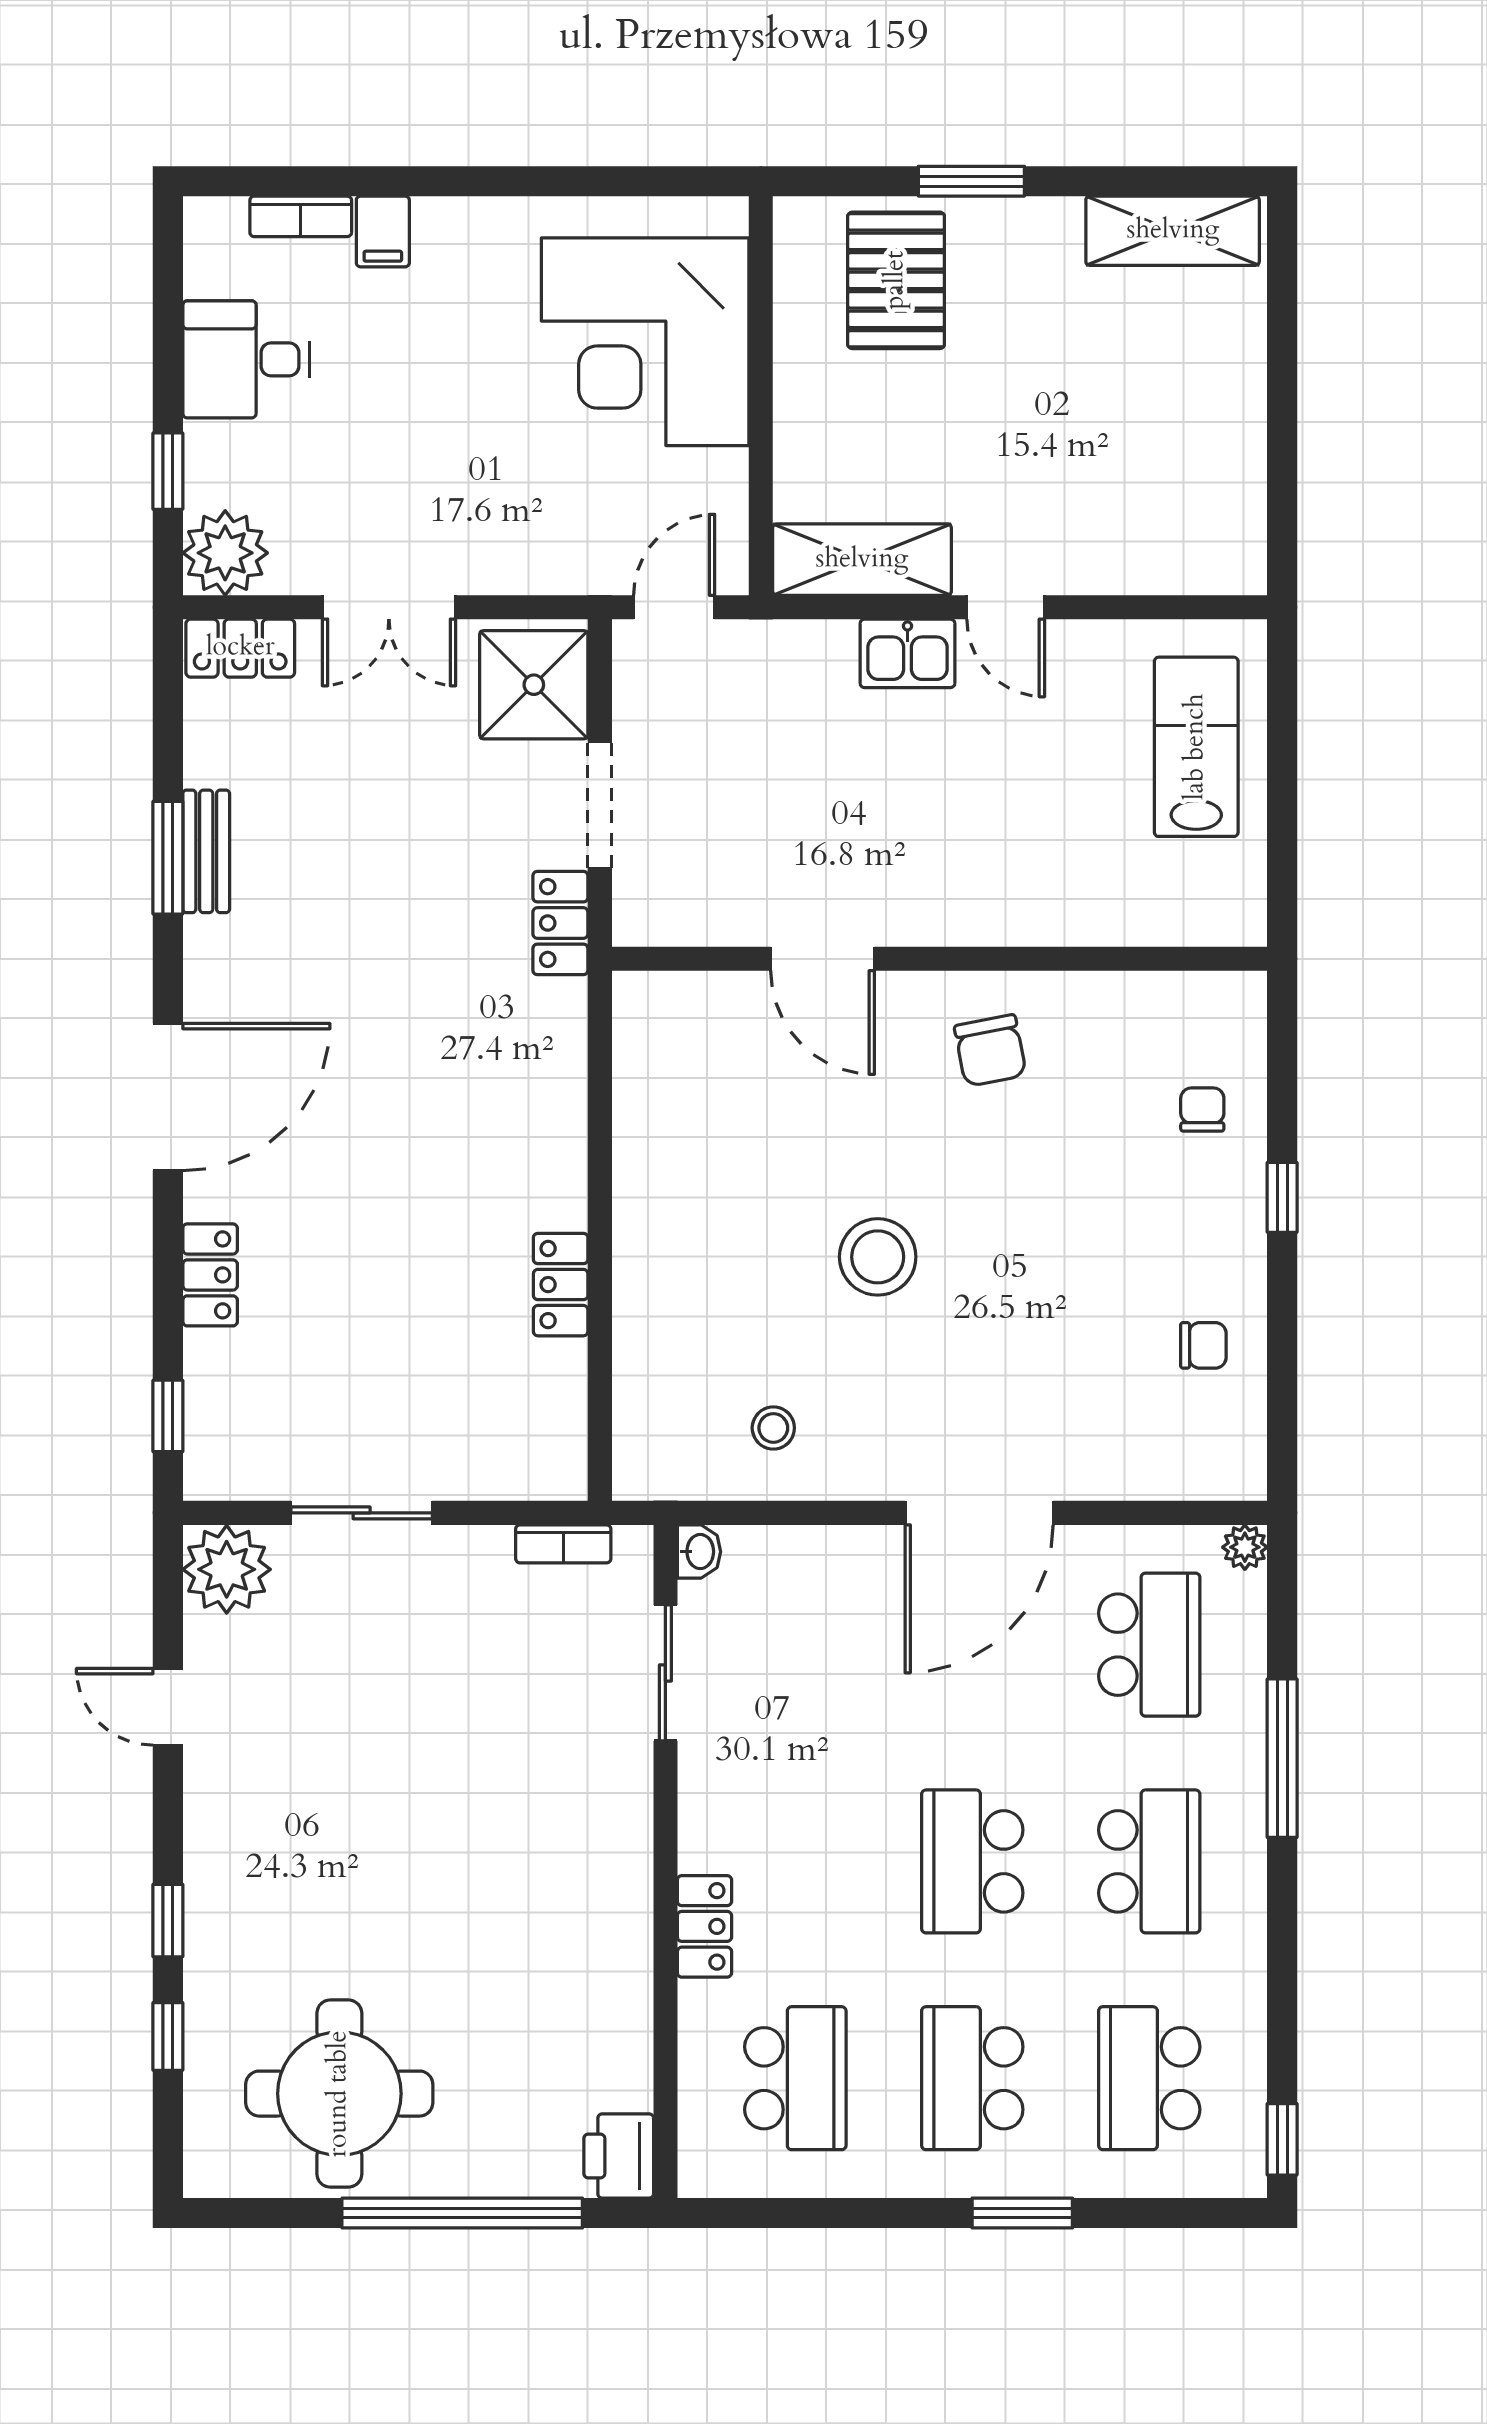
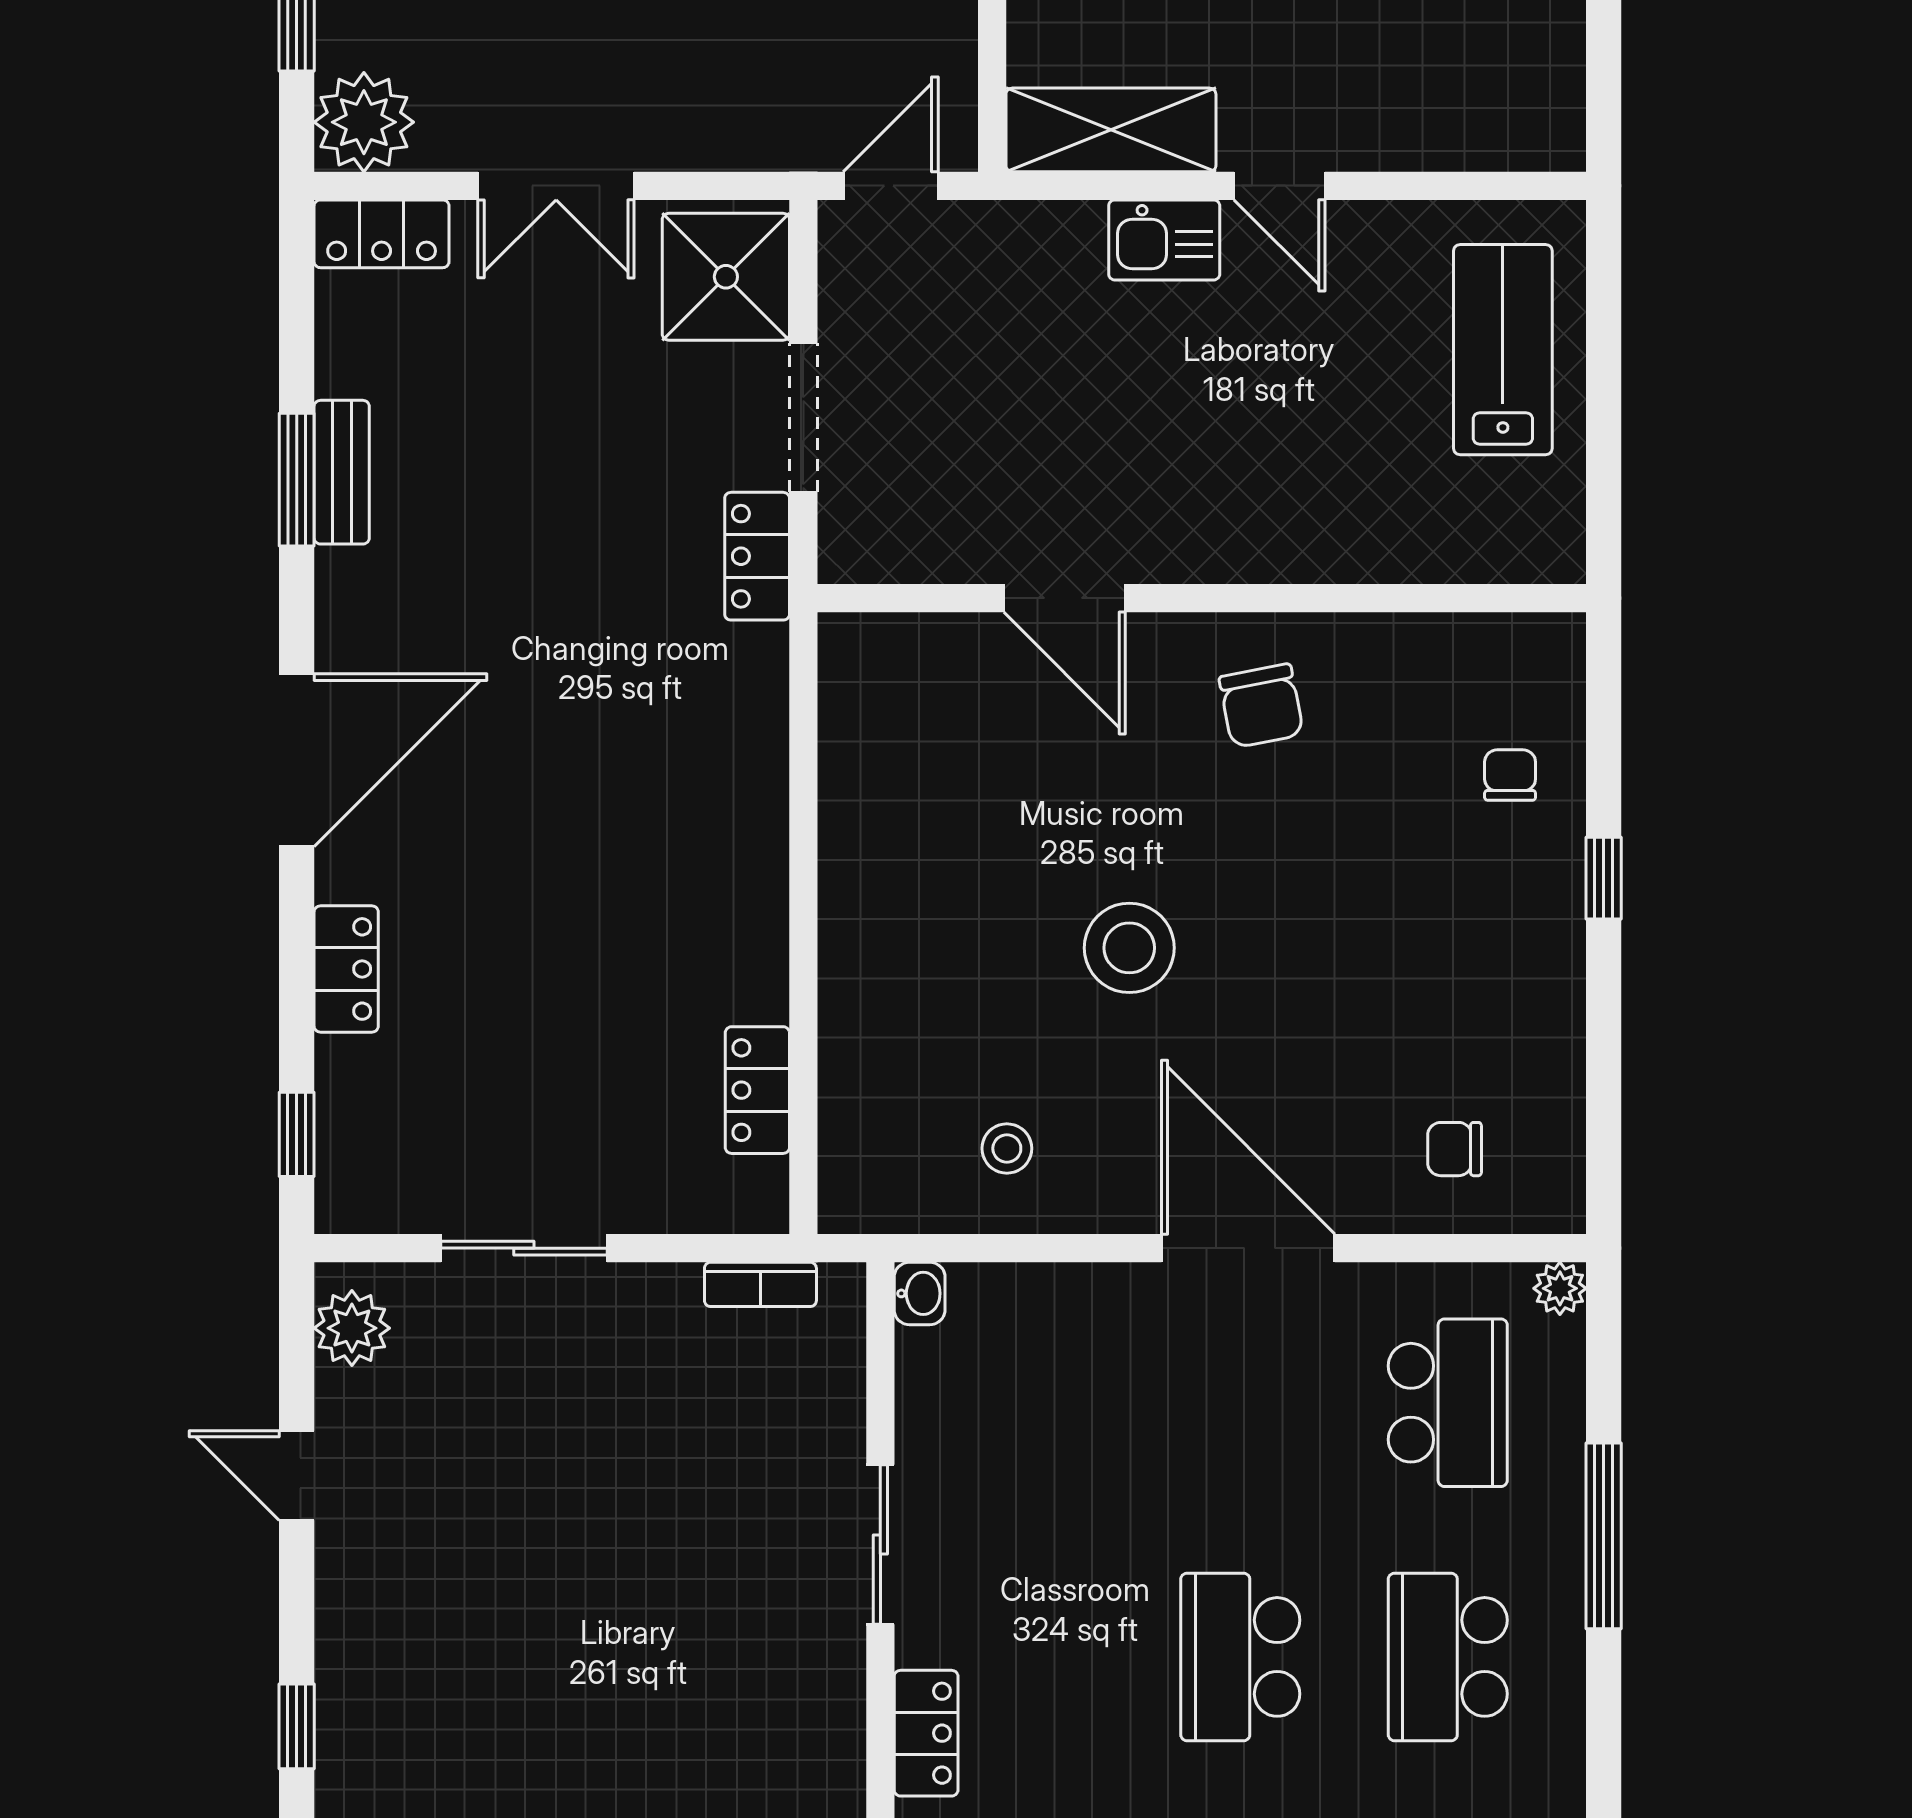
locker: (561, 1285) -> (757, 1090), moved
chair: (1203, 1345) -> (1455, 1149), moved, turned 180
door: (979, 1513) -> (1248, 1248), swing flipped
plant: (227, 1569) -> (352, 1328), width x0.73, depth x0.73
sliding door: (665, 1673) -> (880, 1544), moved
school desk: (1149, 1861) -> (1448, 1657), turned 180

